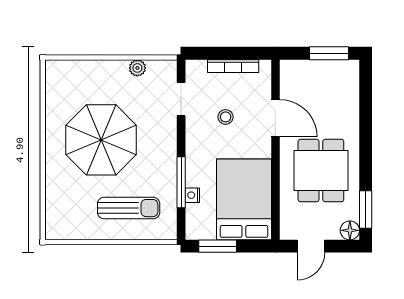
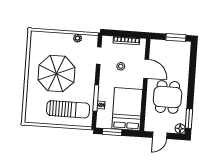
sun lounger: (129, 208) -> (68, 109), width x1.36, depth x1.34

